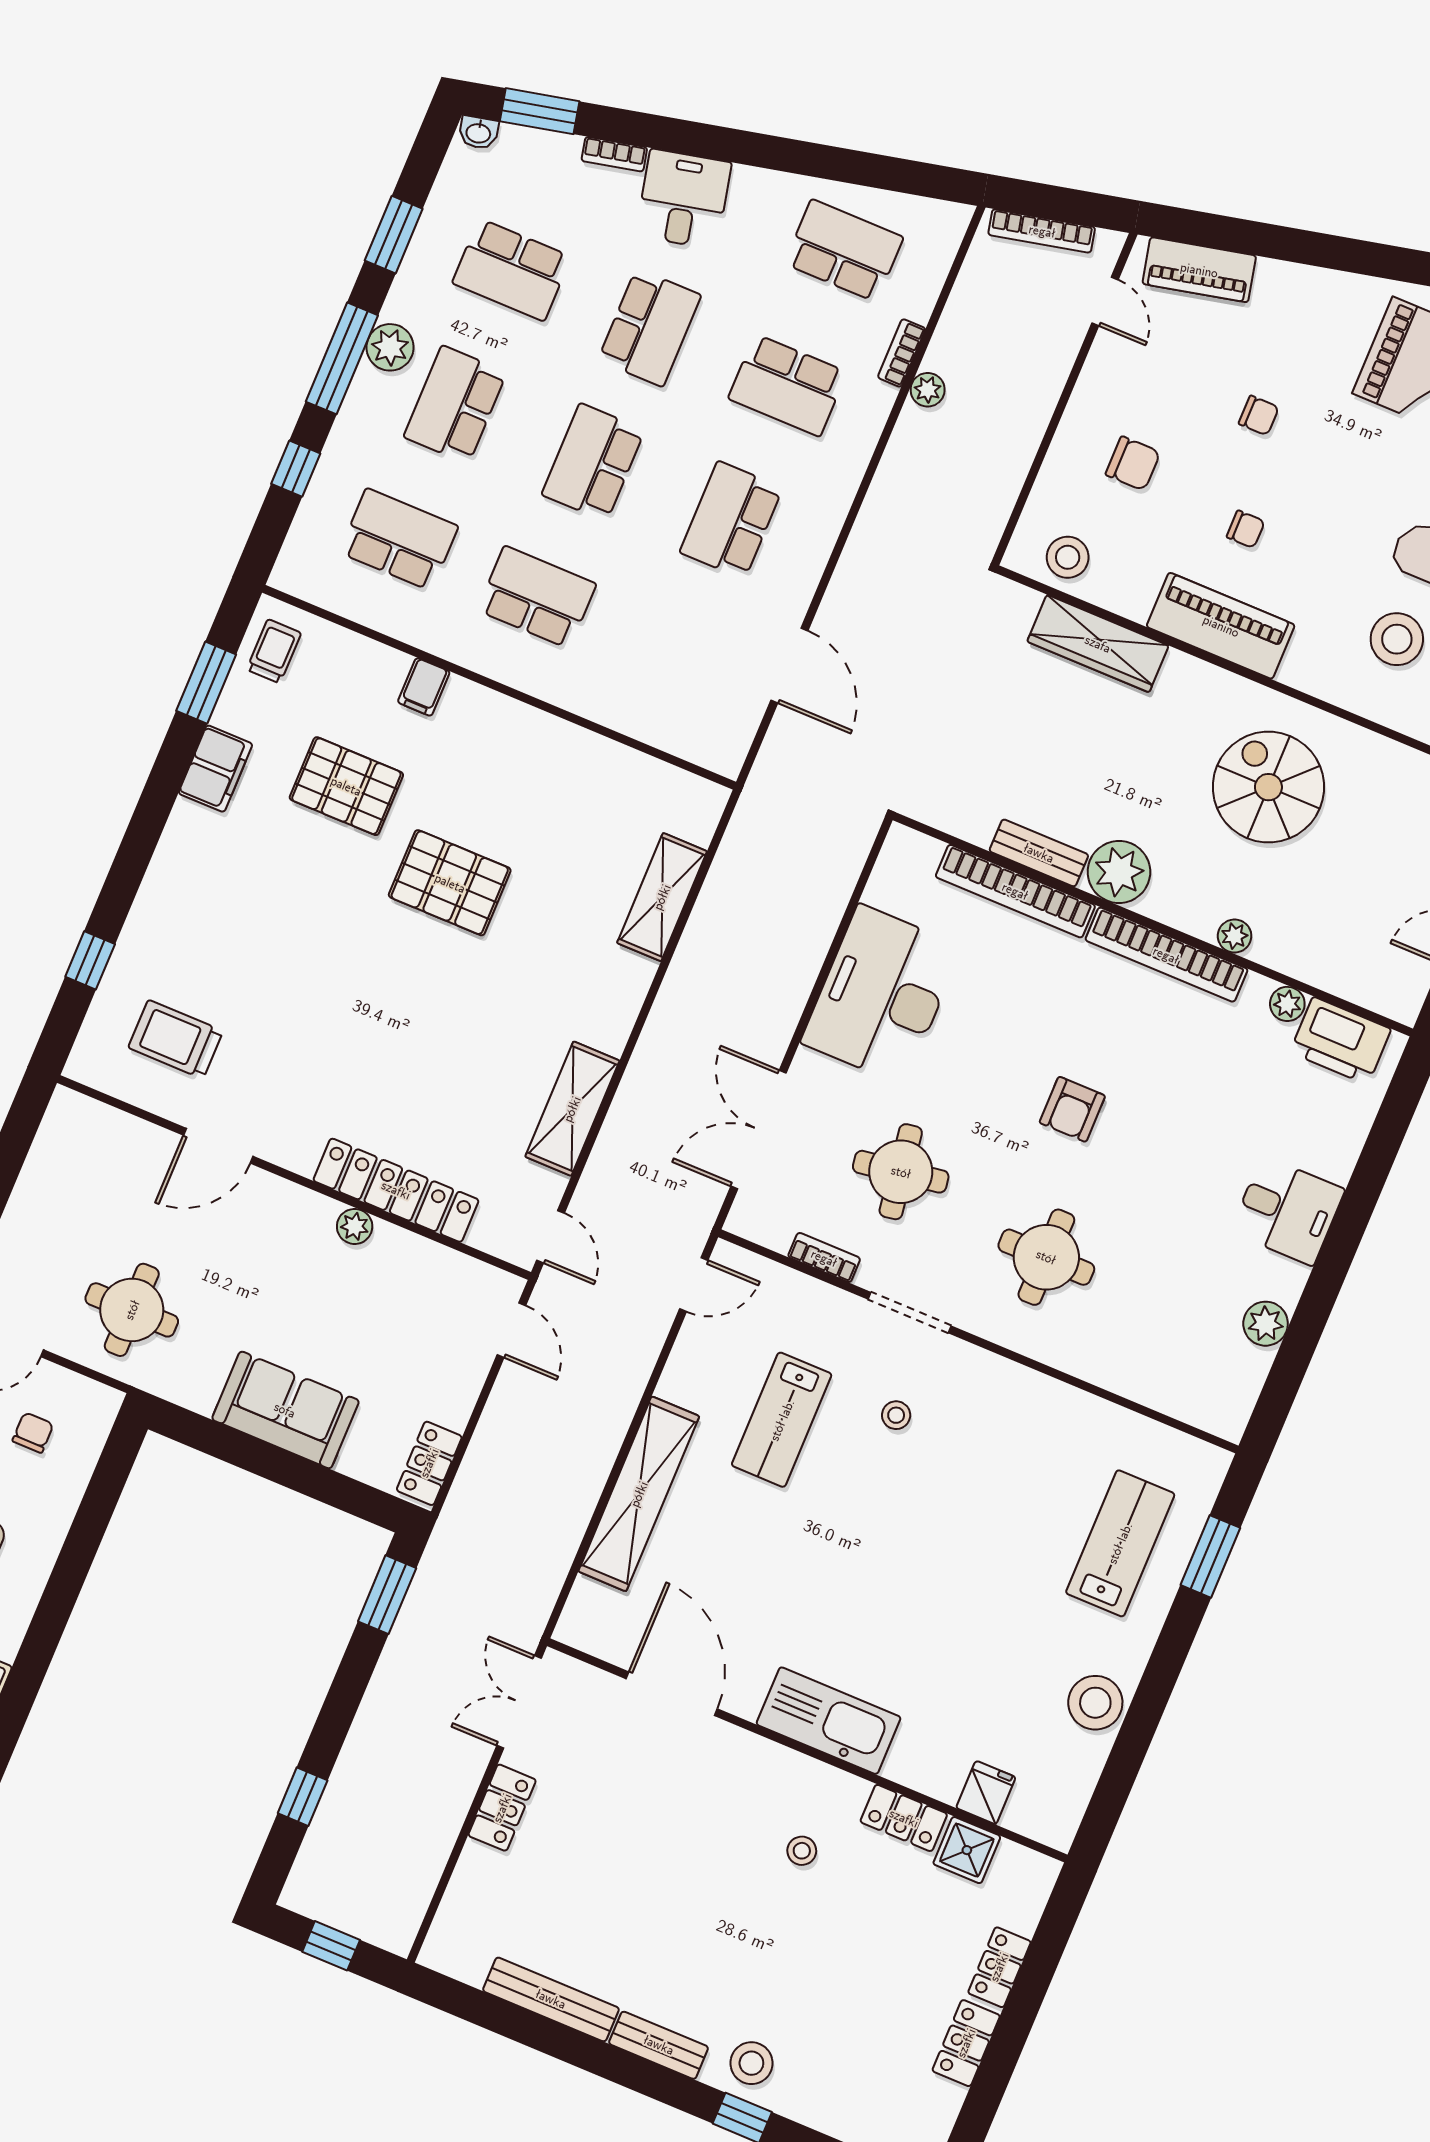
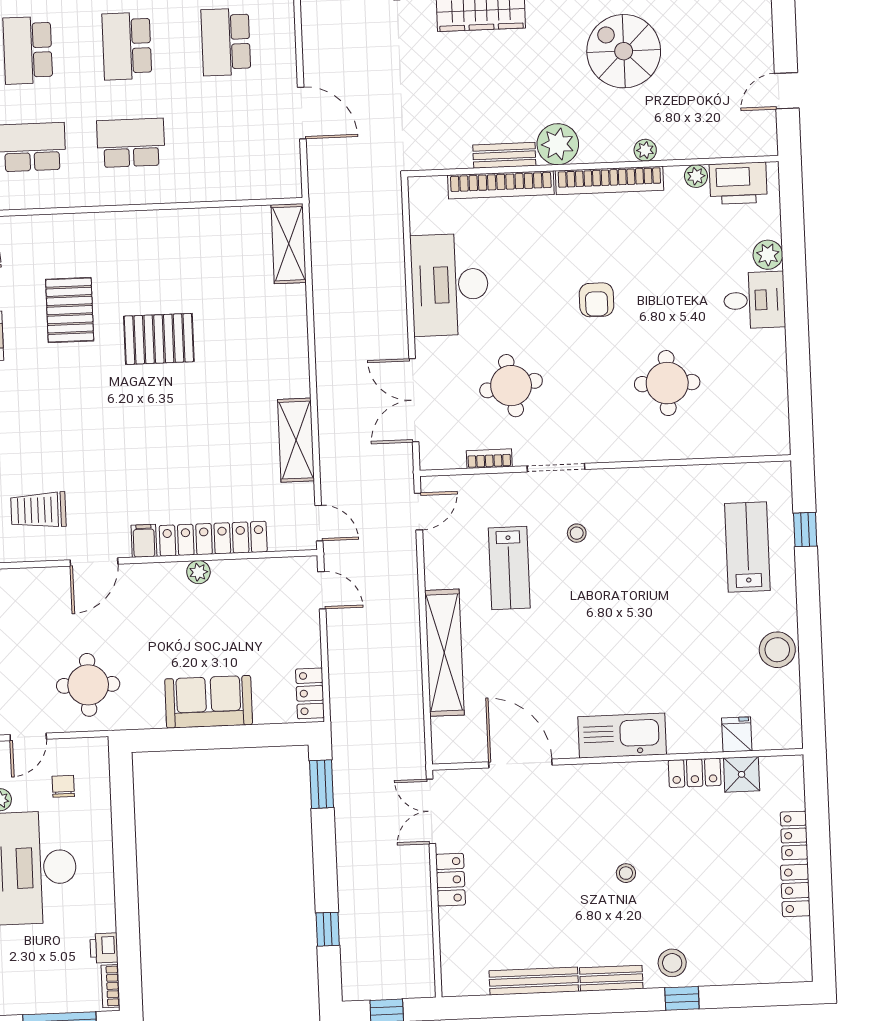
filing cabinet: (424, 687) -> (144, 541), moved, turned 180
pallet: (346, 786) -> (70, 310), turned 90
shelving: (662, 897) -> (289, 244), moved
round table: (1046, 1257) -> (667, 383), moved
plant: (1266, 1324) -> (768, 255), moved
window: (1210, 1556) -> (805, 530), width x0.67
stool: (802, 1851) -> (626, 873), moved

